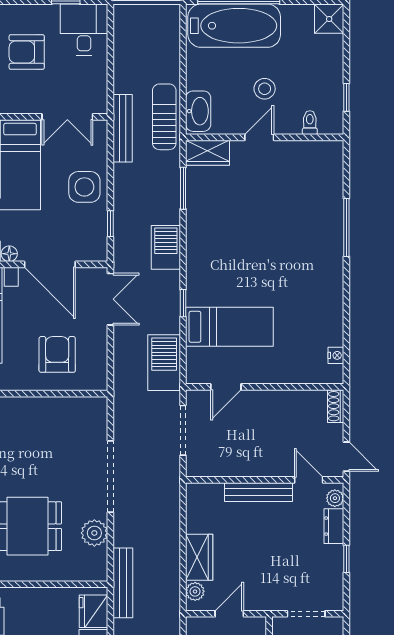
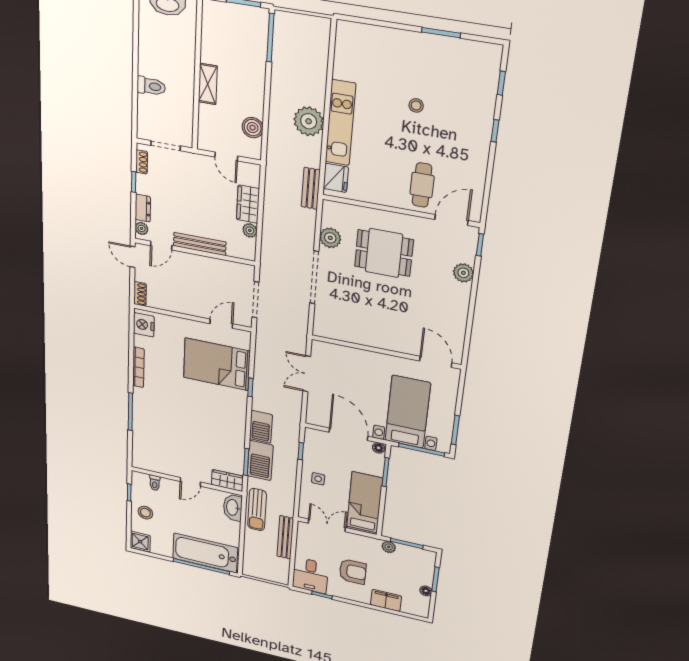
stool: (265, 89) -> (145, 513), moved
bench: (123, 128) -> (285, 537), moved
side table: (84, 187) -> (318, 479), width x0.54, depth x0.54
bookcase: (336, 298) -> (138, 367), added
double door: (110, 299) -> (307, 374), moved
bed: (229, 327) -> (217, 364), width x1.50
armchair: (57, 354) -> (348, 372), removed
nightstand: (336, 355) -> (144, 325), width x1.89, depth x1.79
barbecue: (164, 363) -> (260, 461), moved
door: (309, 480) -> (161, 245), hinge flipped
bench: (123, 583) -> (311, 188), width x0.73
shoe rack: (336, 587) -> (142, 162), added
plant: (195, 591) -> (250, 230), moved
door: (229, 614) -> (226, 156), hinge flipped

